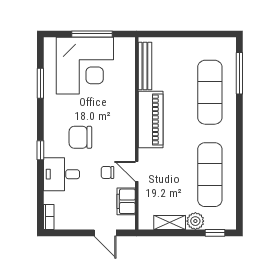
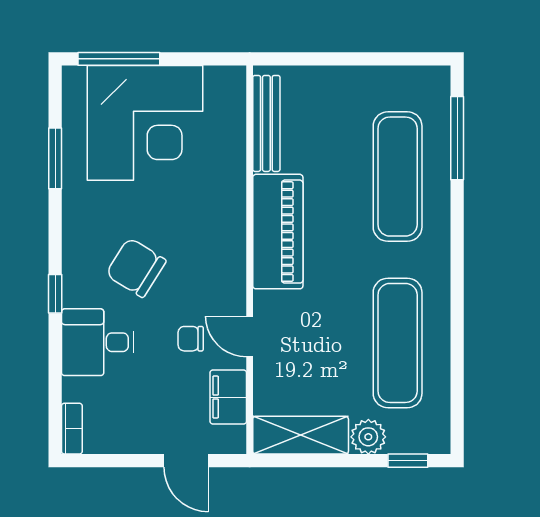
window: (92, 34) -> (119, 59), moved
chair: (80, 137) -> (136, 268), turned 32
shelving: (170, 223) -> (301, 435), width x1.50, depth x1.33

